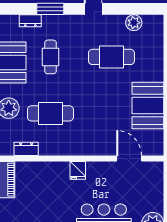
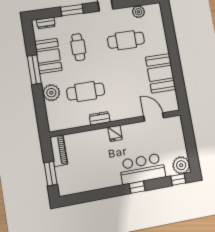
dresser: (30, 21) -> (46, 23), moved
dresser: (26, 149) -> (100, 118), moved

